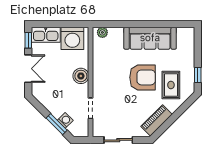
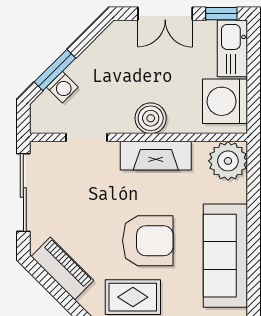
plant: (102, 32) -> (228, 161), width x1.88, depth x1.88
fireplace: (100, 73) -> (156, 156), added
armchair: (143, 77) -> (148, 241), turned -90
sliding door: (118, 140) -> (23, 192), width x1.37

